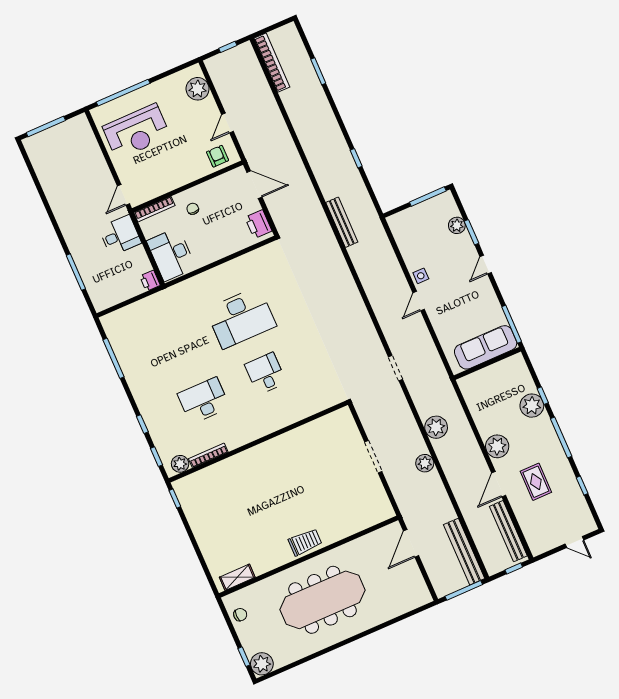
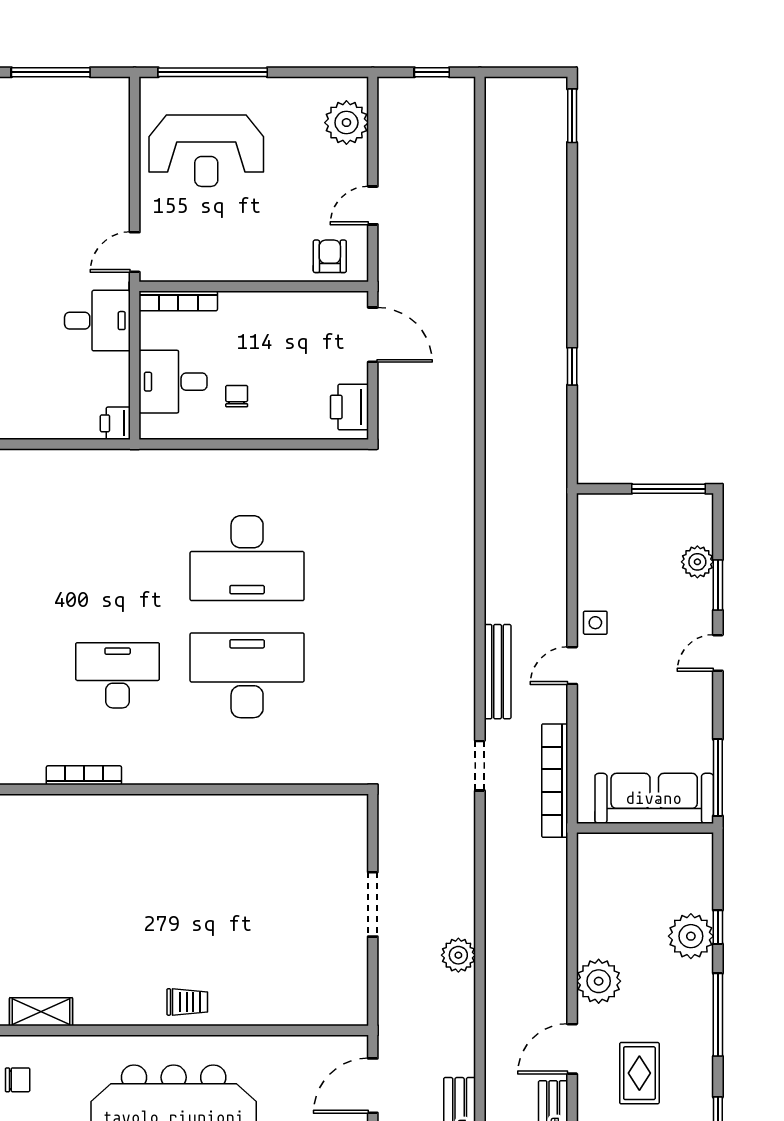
bookcase: (272, 63) -> (555, 781), moved, turned 180
window: (318, 71) -> (572, 116), moved
chair: (193, 209) -> (237, 396), moved
bench: (342, 222) -> (498, 672), moved
desk: (171, 254) -> (173, 382), width x0.73
desk: (265, 374) -> (247, 675), width x1.87, depth x1.30
plant: (436, 427) -> (506, 901), removed
plant: (180, 464) -> (28, 768), removed
trolley: (305, 542) -> (187, 1002), width x0.73, depth x0.72

